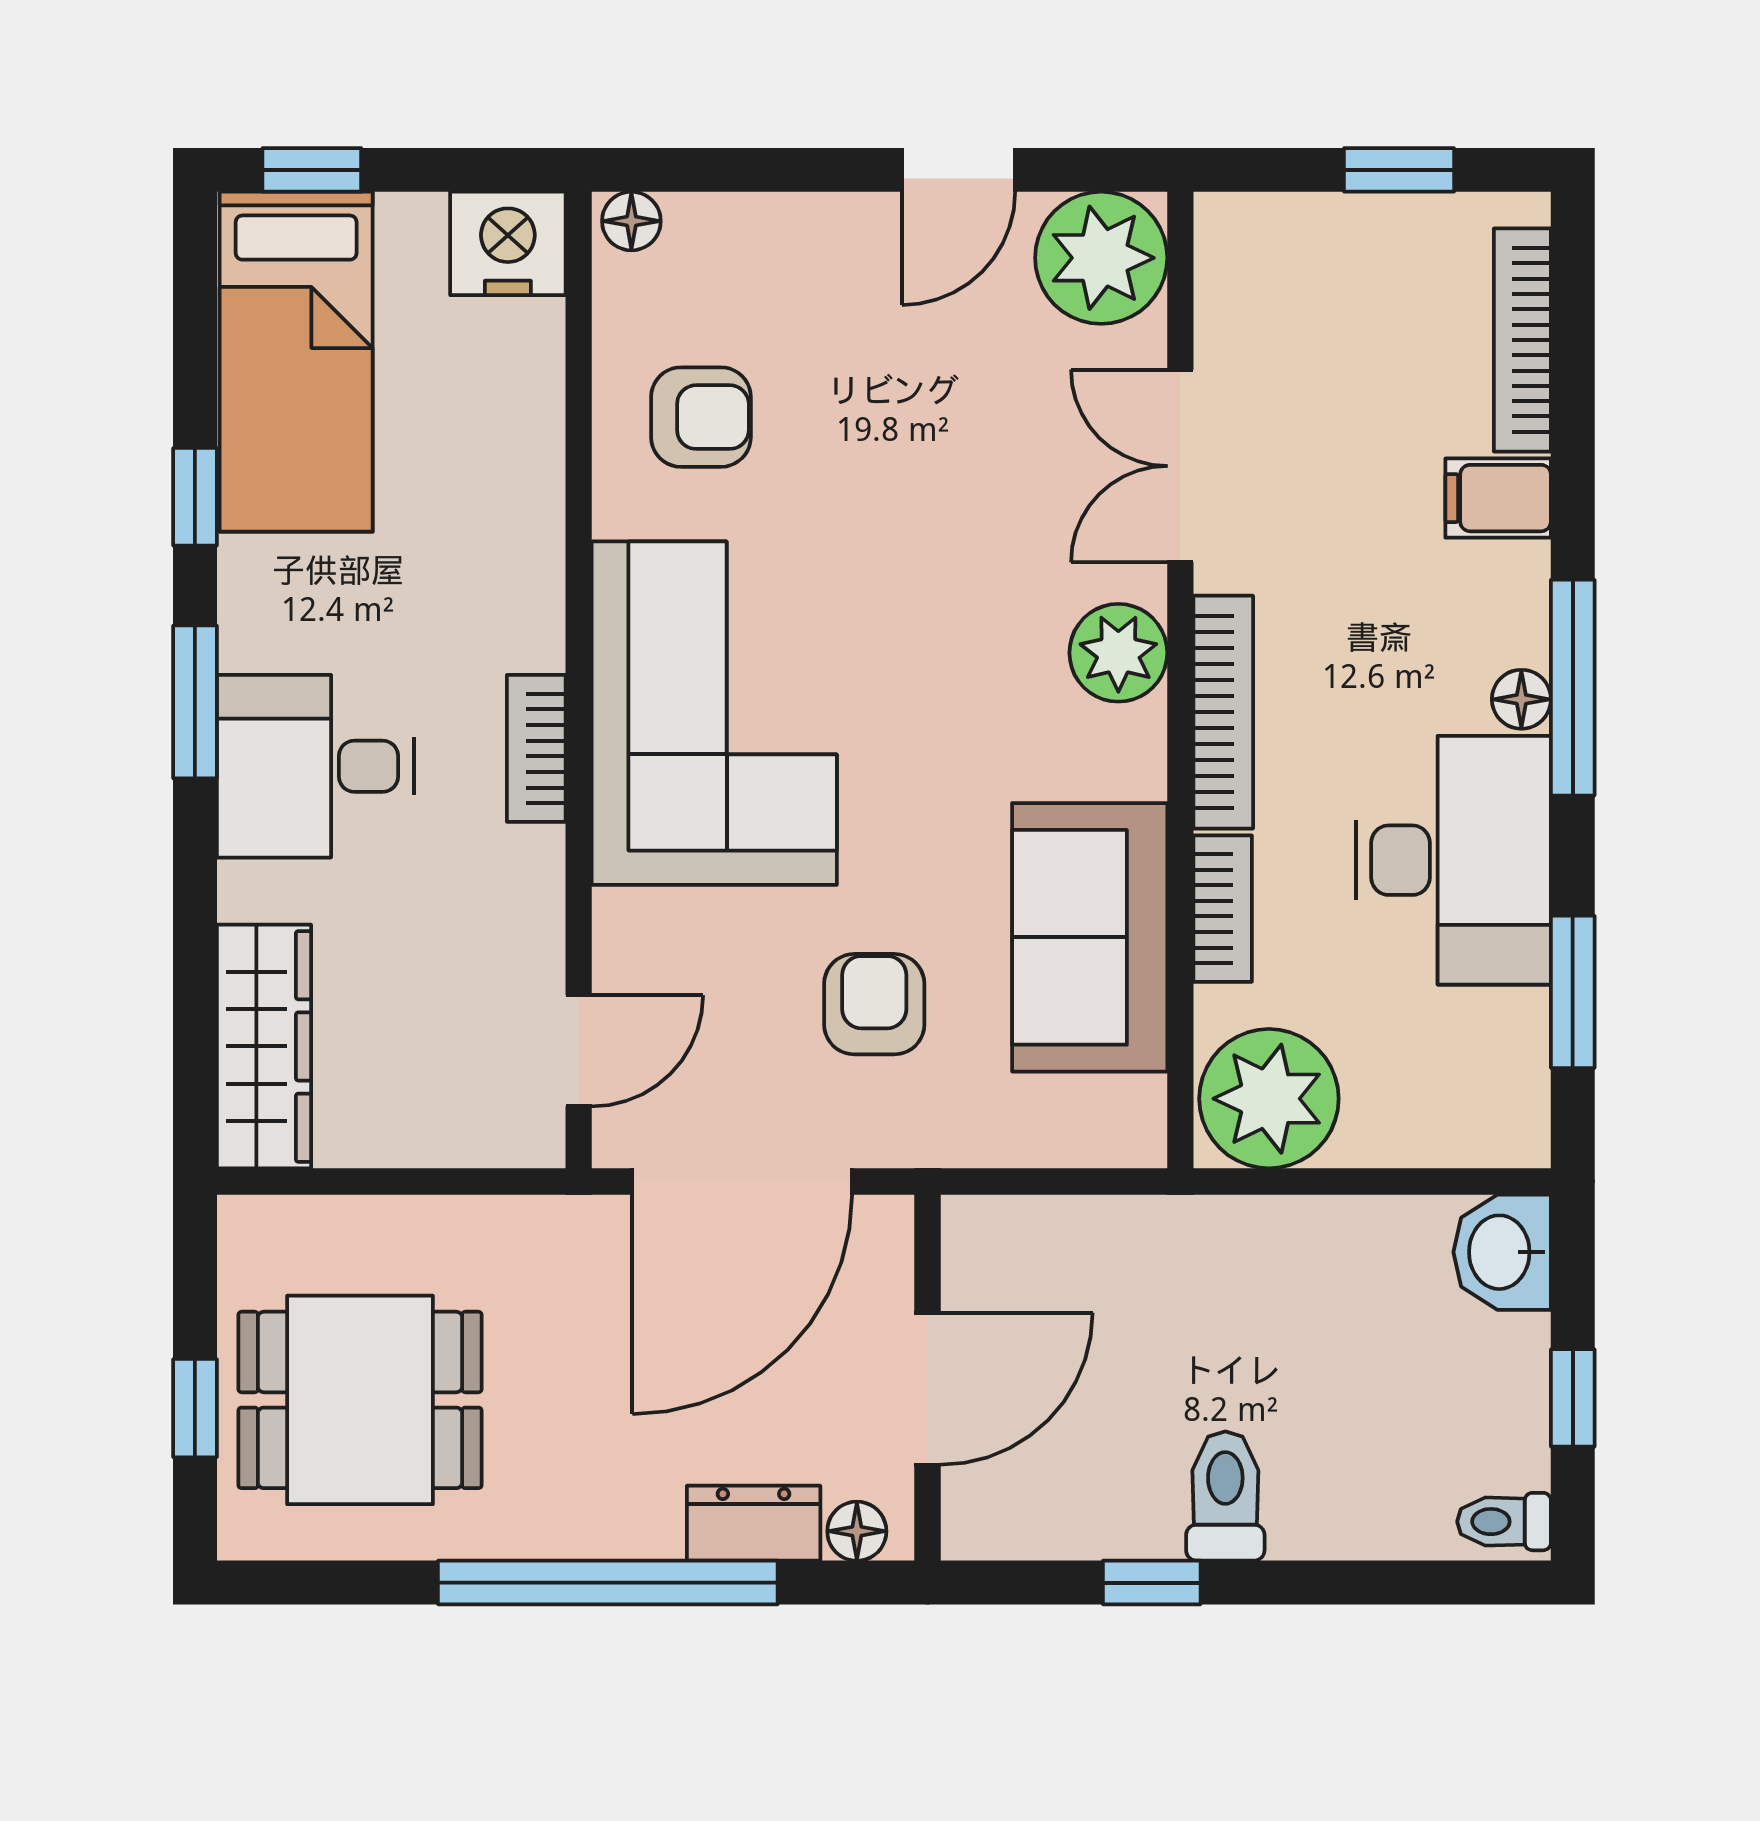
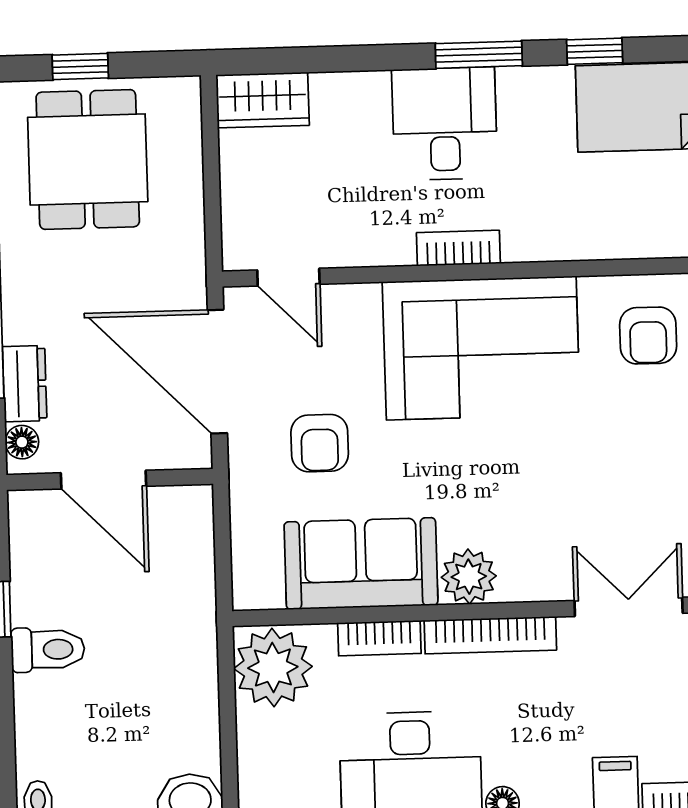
plant: (1118, 653) -> (469, 577), moved
armchair: (874, 1004) -> (320, 443), turned 90
wardrobe: (264, 1046) -> (263, 100), width x0.67

